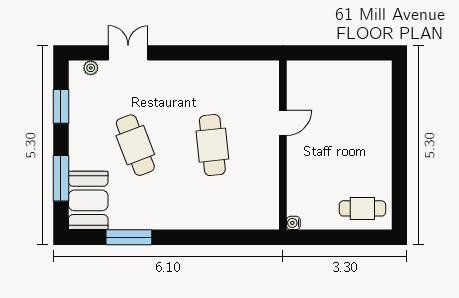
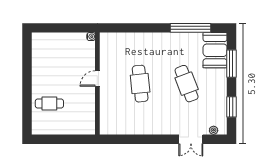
door: (283, 123) -> (97, 78), moved
cafe table: (362, 208) -> (49, 103), moved
window: (129, 237) -> (190, 28), width x1.46

